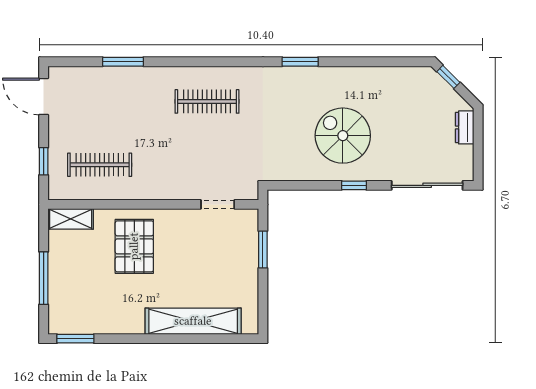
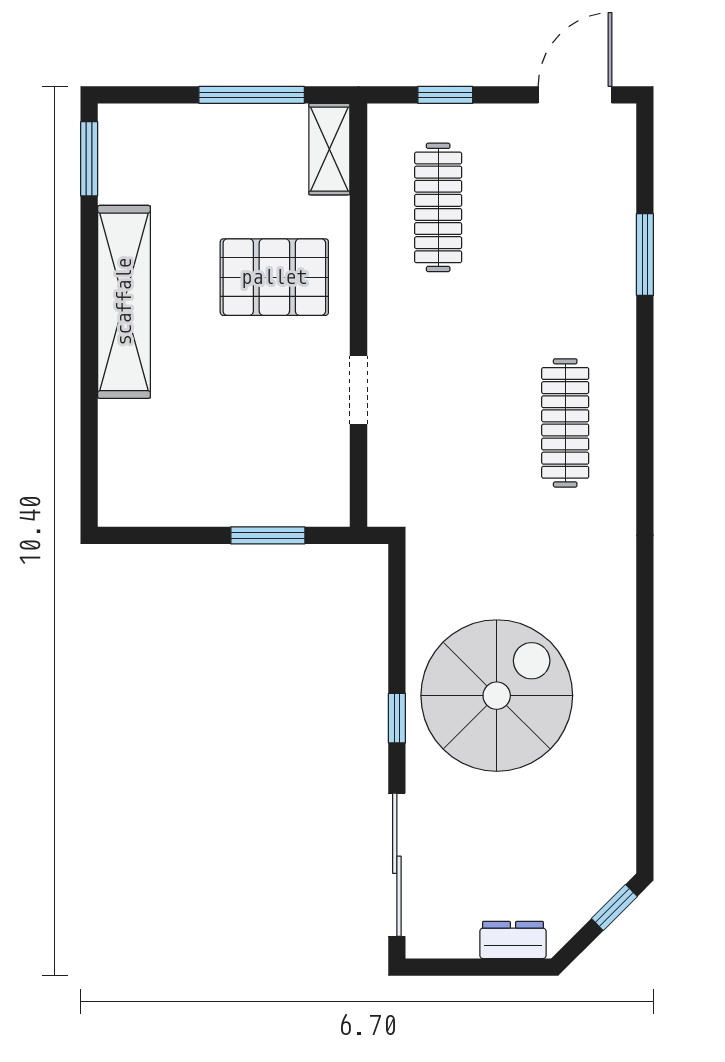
window: (300, 62) -> (645, 610), removed
spiral stairs: (343, 136) -> (497, 696), width x1.37, depth x1.37
doorway: (218, 204) -> (358, 390), moved
window: (44, 278) -> (252, 95), moved
shelving: (193, 321) -> (124, 302), moved

